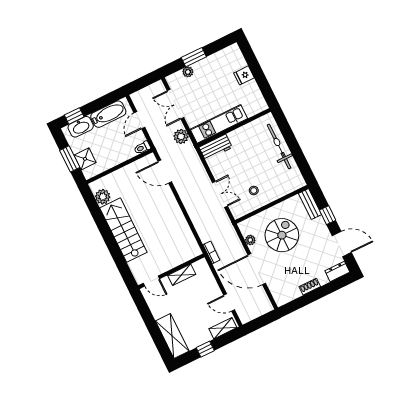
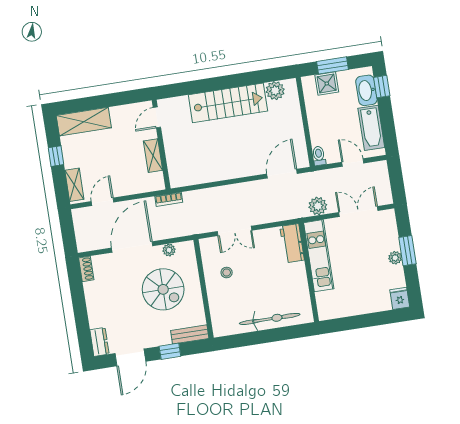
plant: (188, 72) -> (395, 258), moved
fridge: (244, 75) -> (400, 298), moved
shoe rack: (310, 287) -> (86, 269), moved

